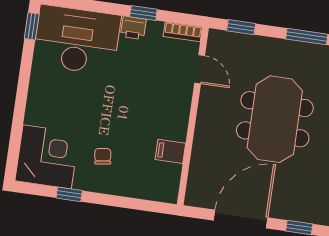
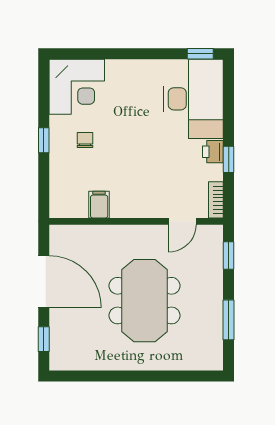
meeting table: (275, 119) -> (145, 301), turned 90
chair: (103, 156) -> (85, 140), turned -82
window: (69, 194) -> (44, 140), moved

